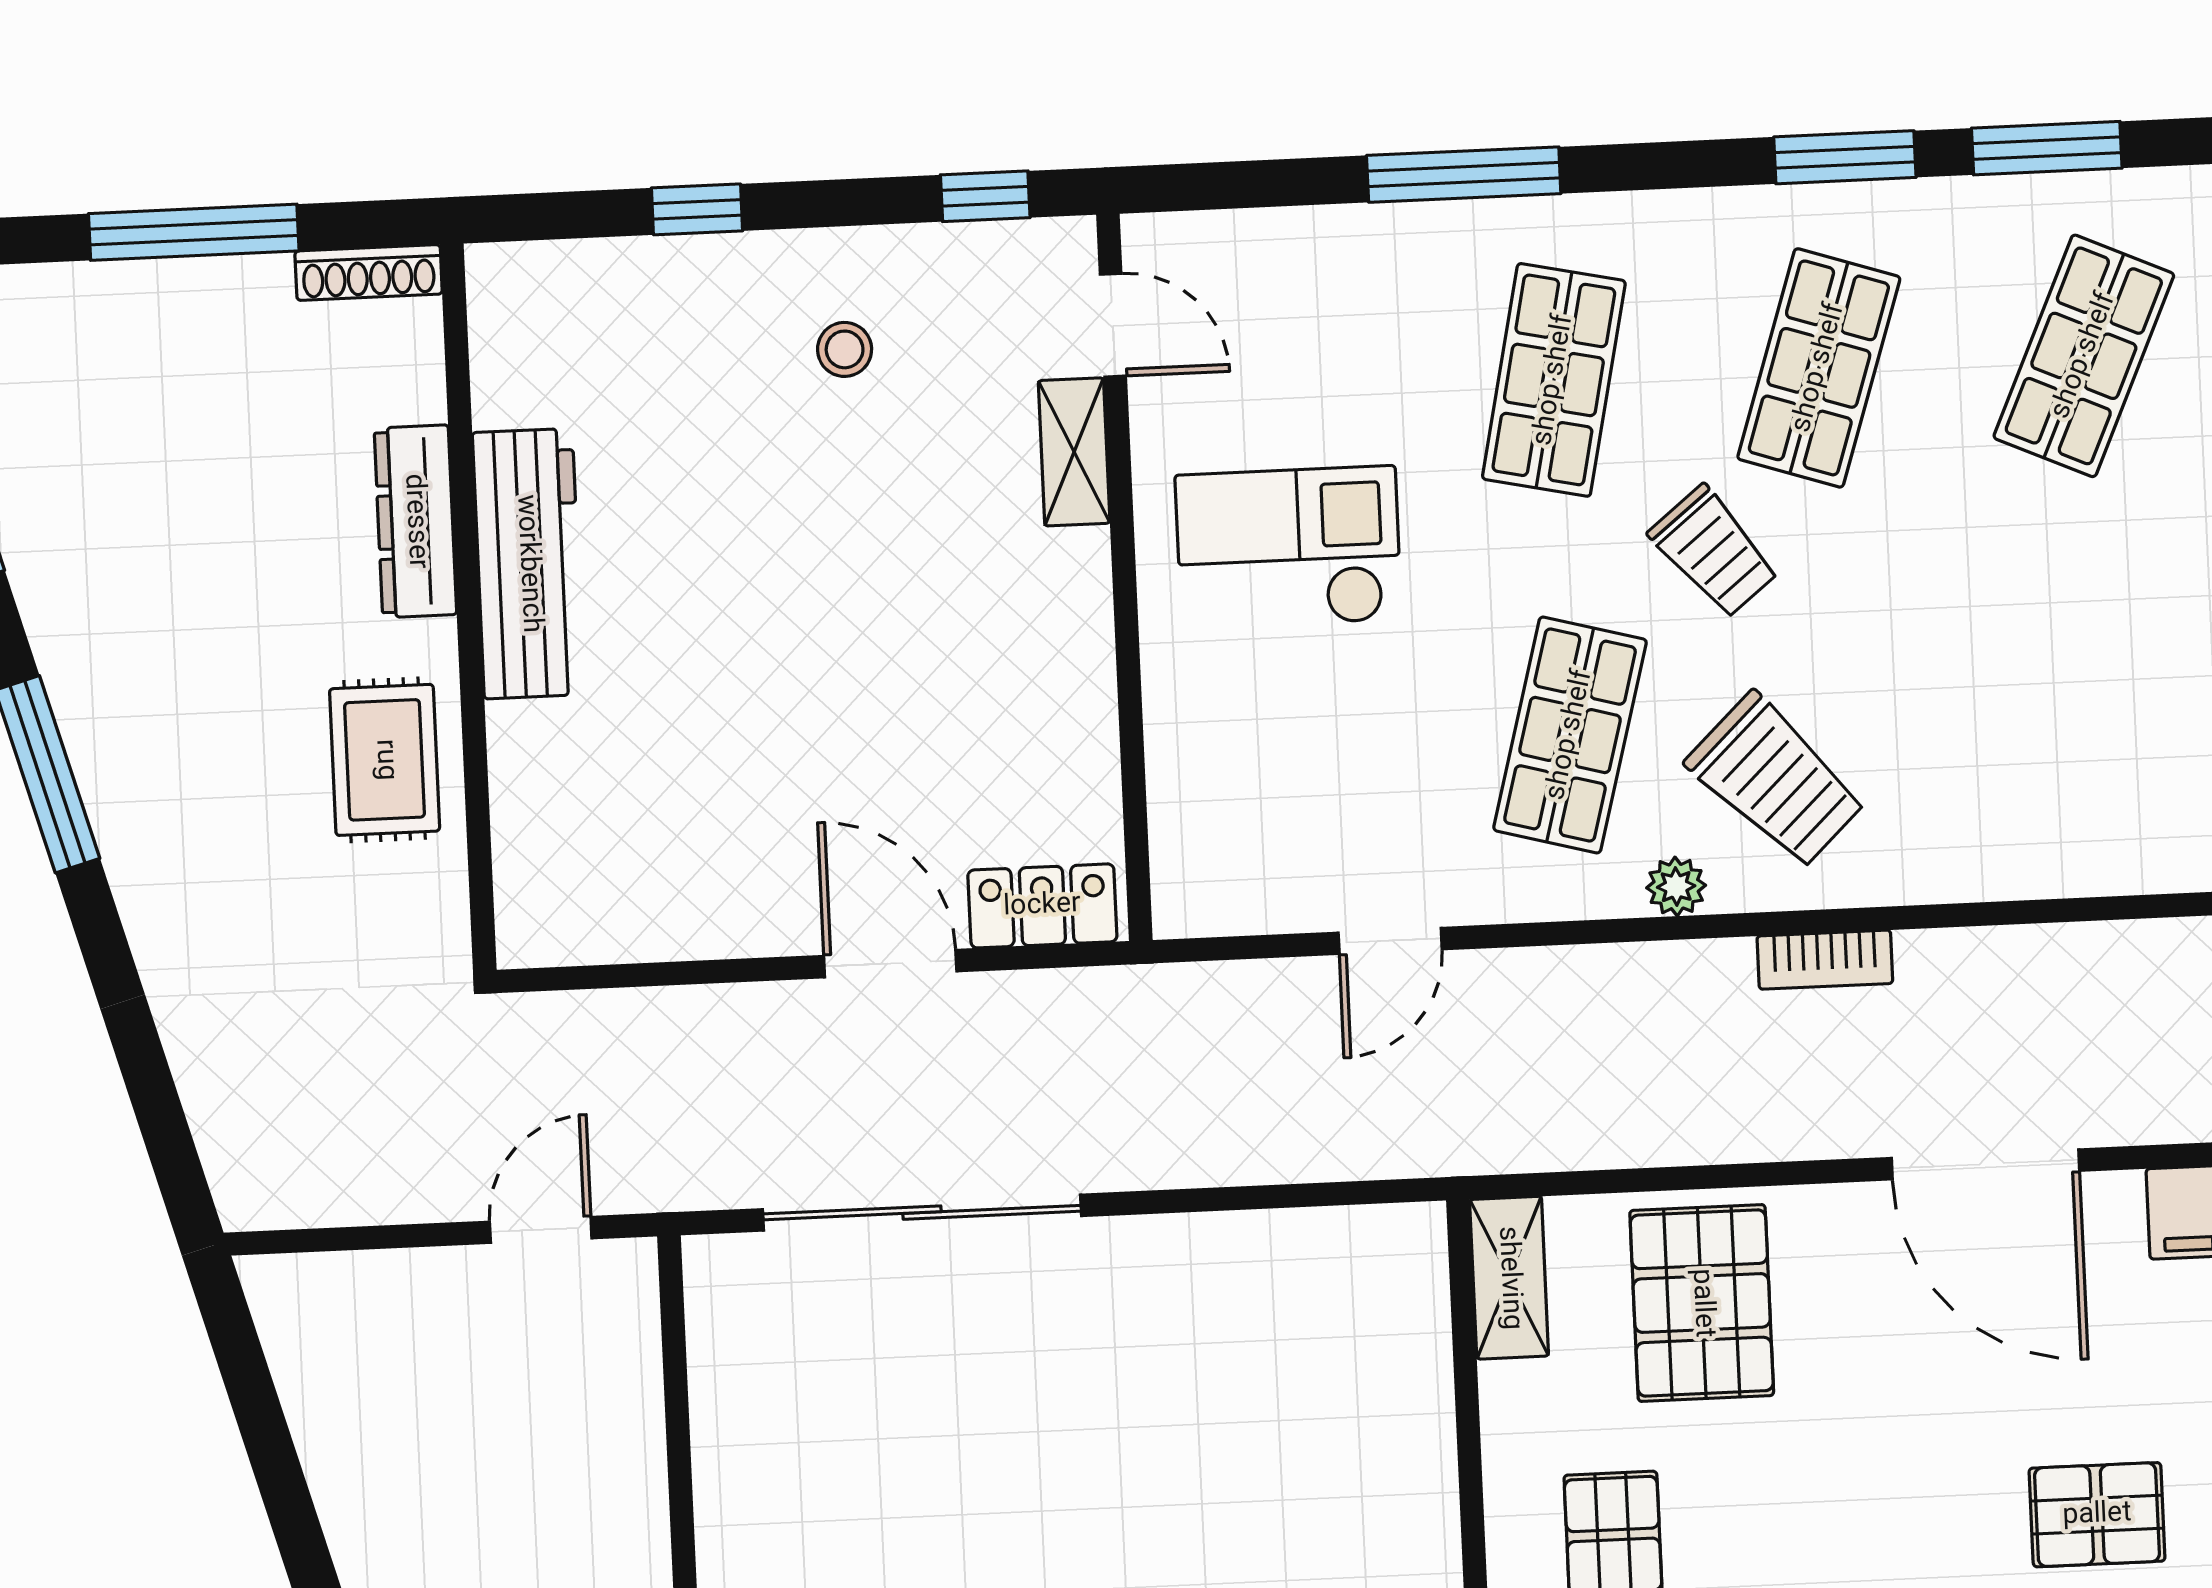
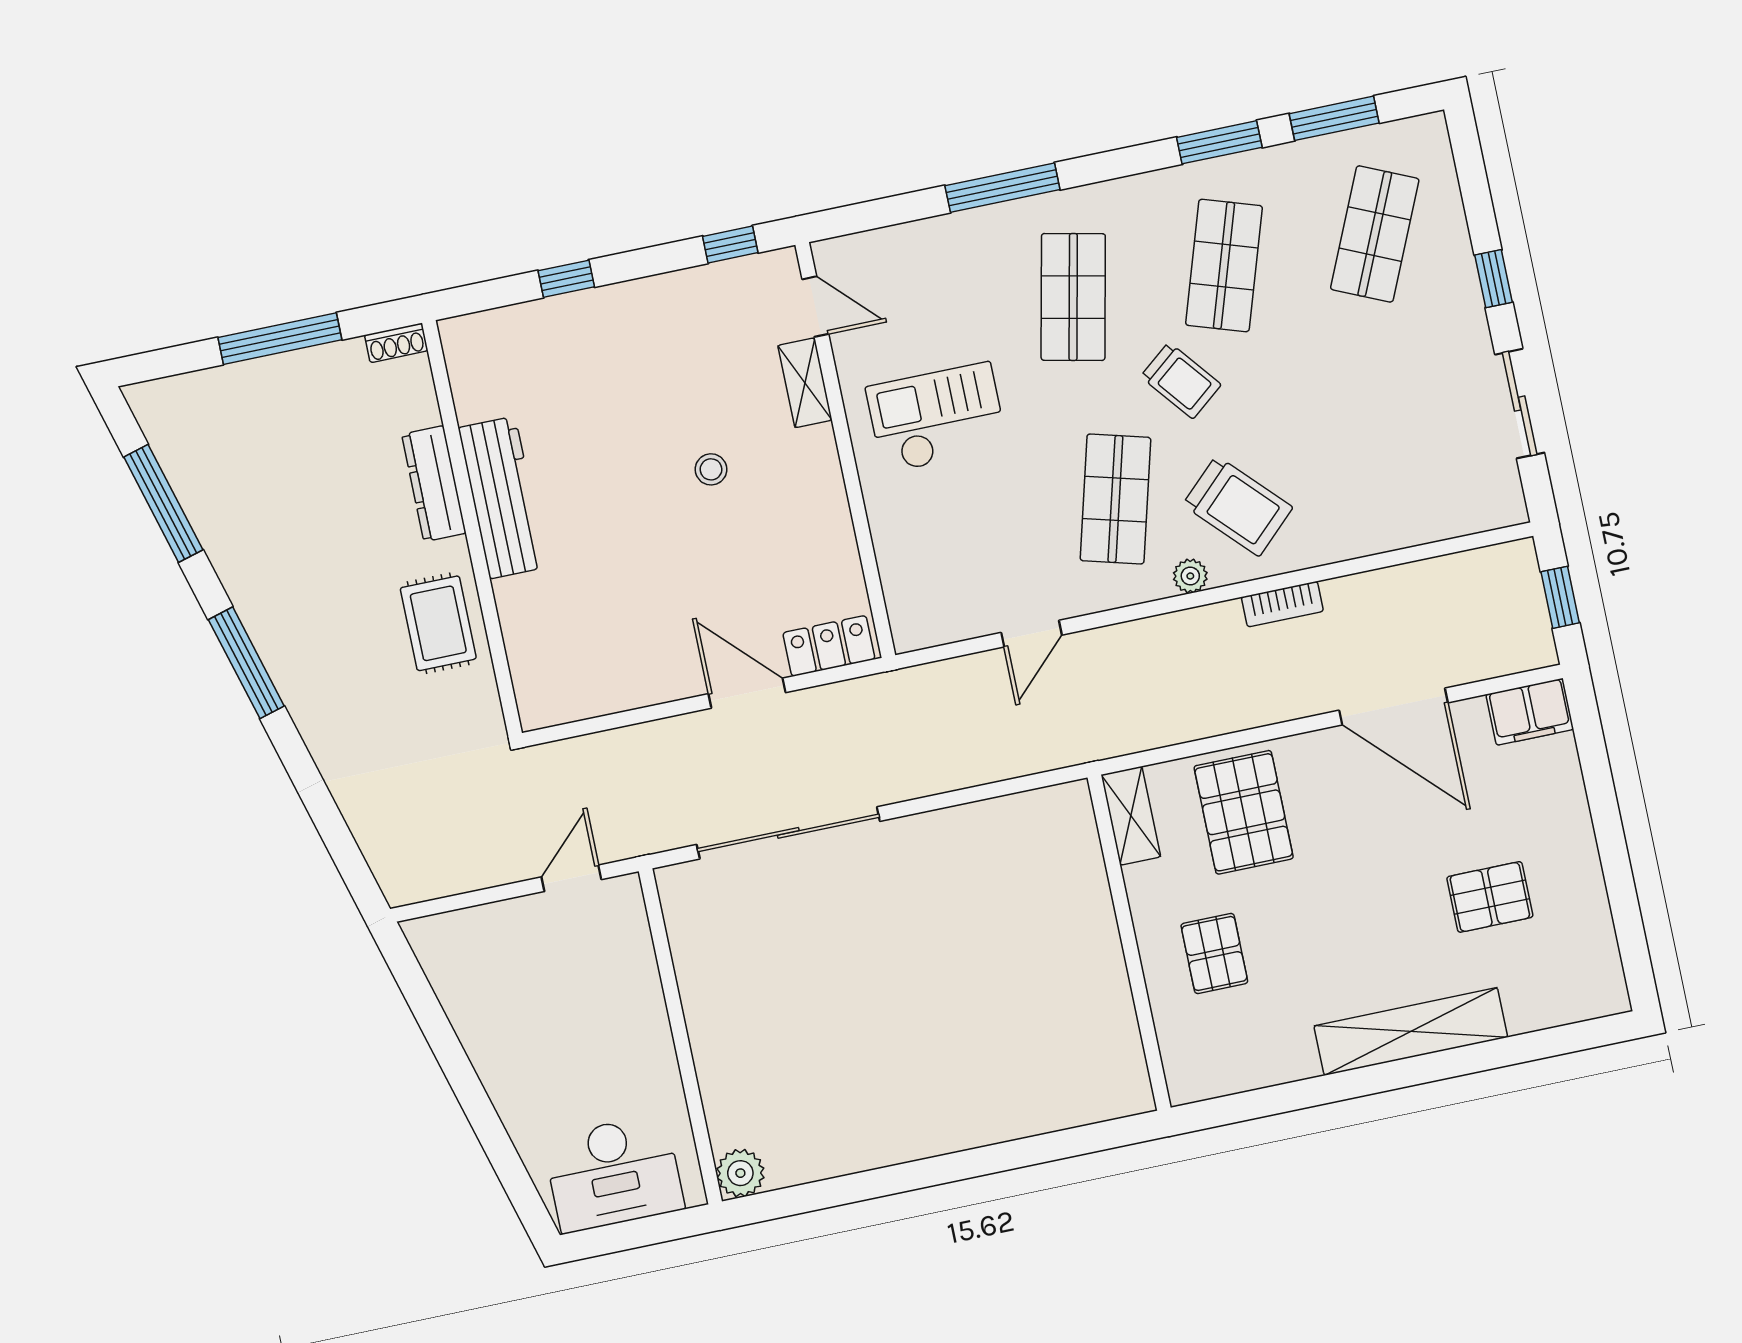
shoe rack: (369, 273) -> (396, 343), width x0.70
stool: (845, 349) -> (711, 469), moved

